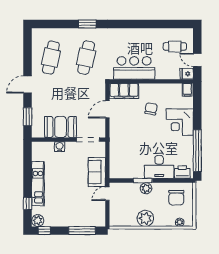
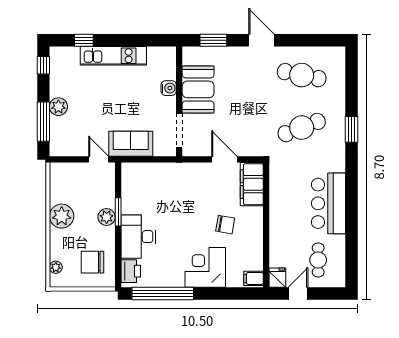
cafe table: (86, 58) -> (302, 128), turned -33
bar counter: (134, 68) -> (329, 203), moved, turned 180
plant: (38, 221) -> (58, 107), moved

